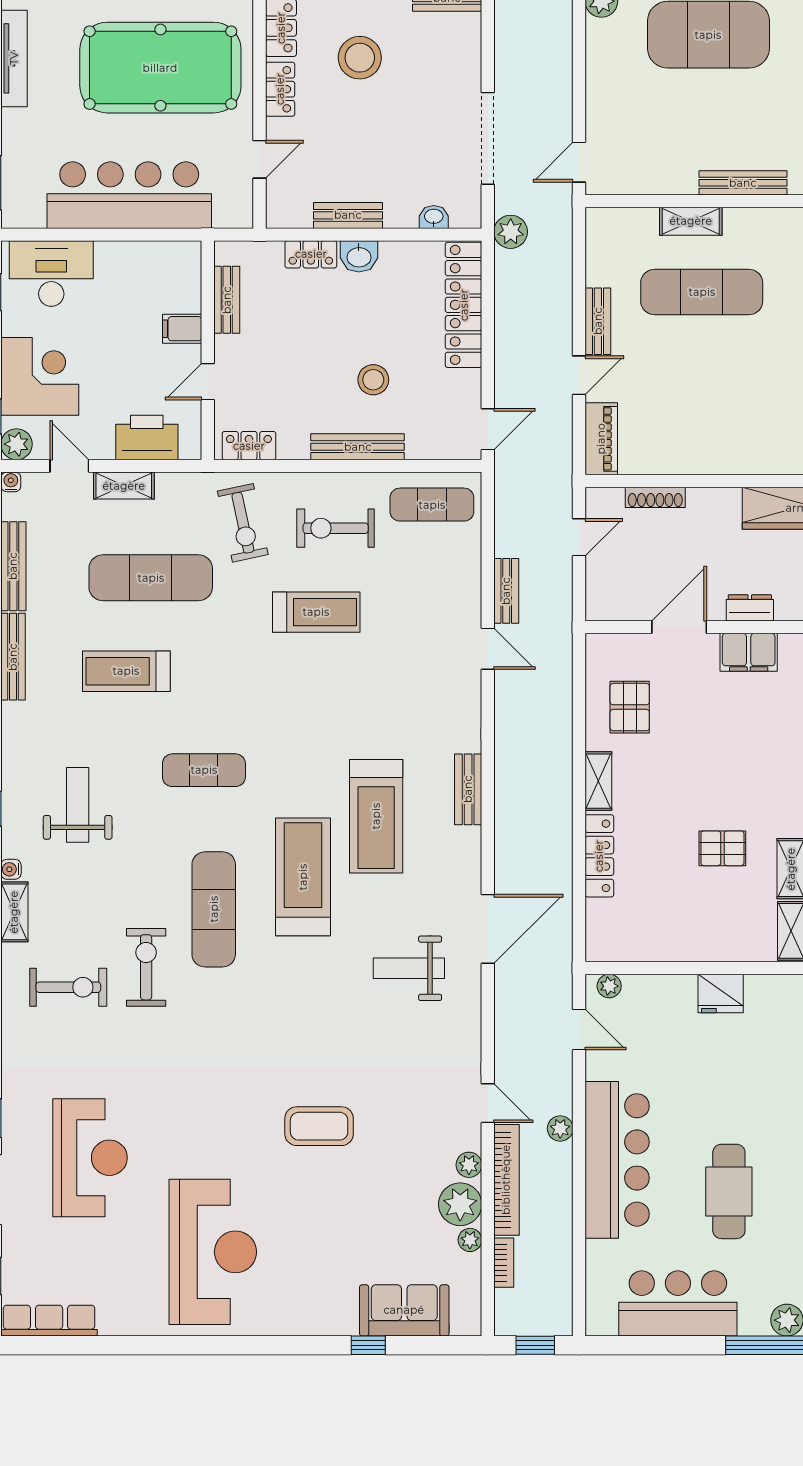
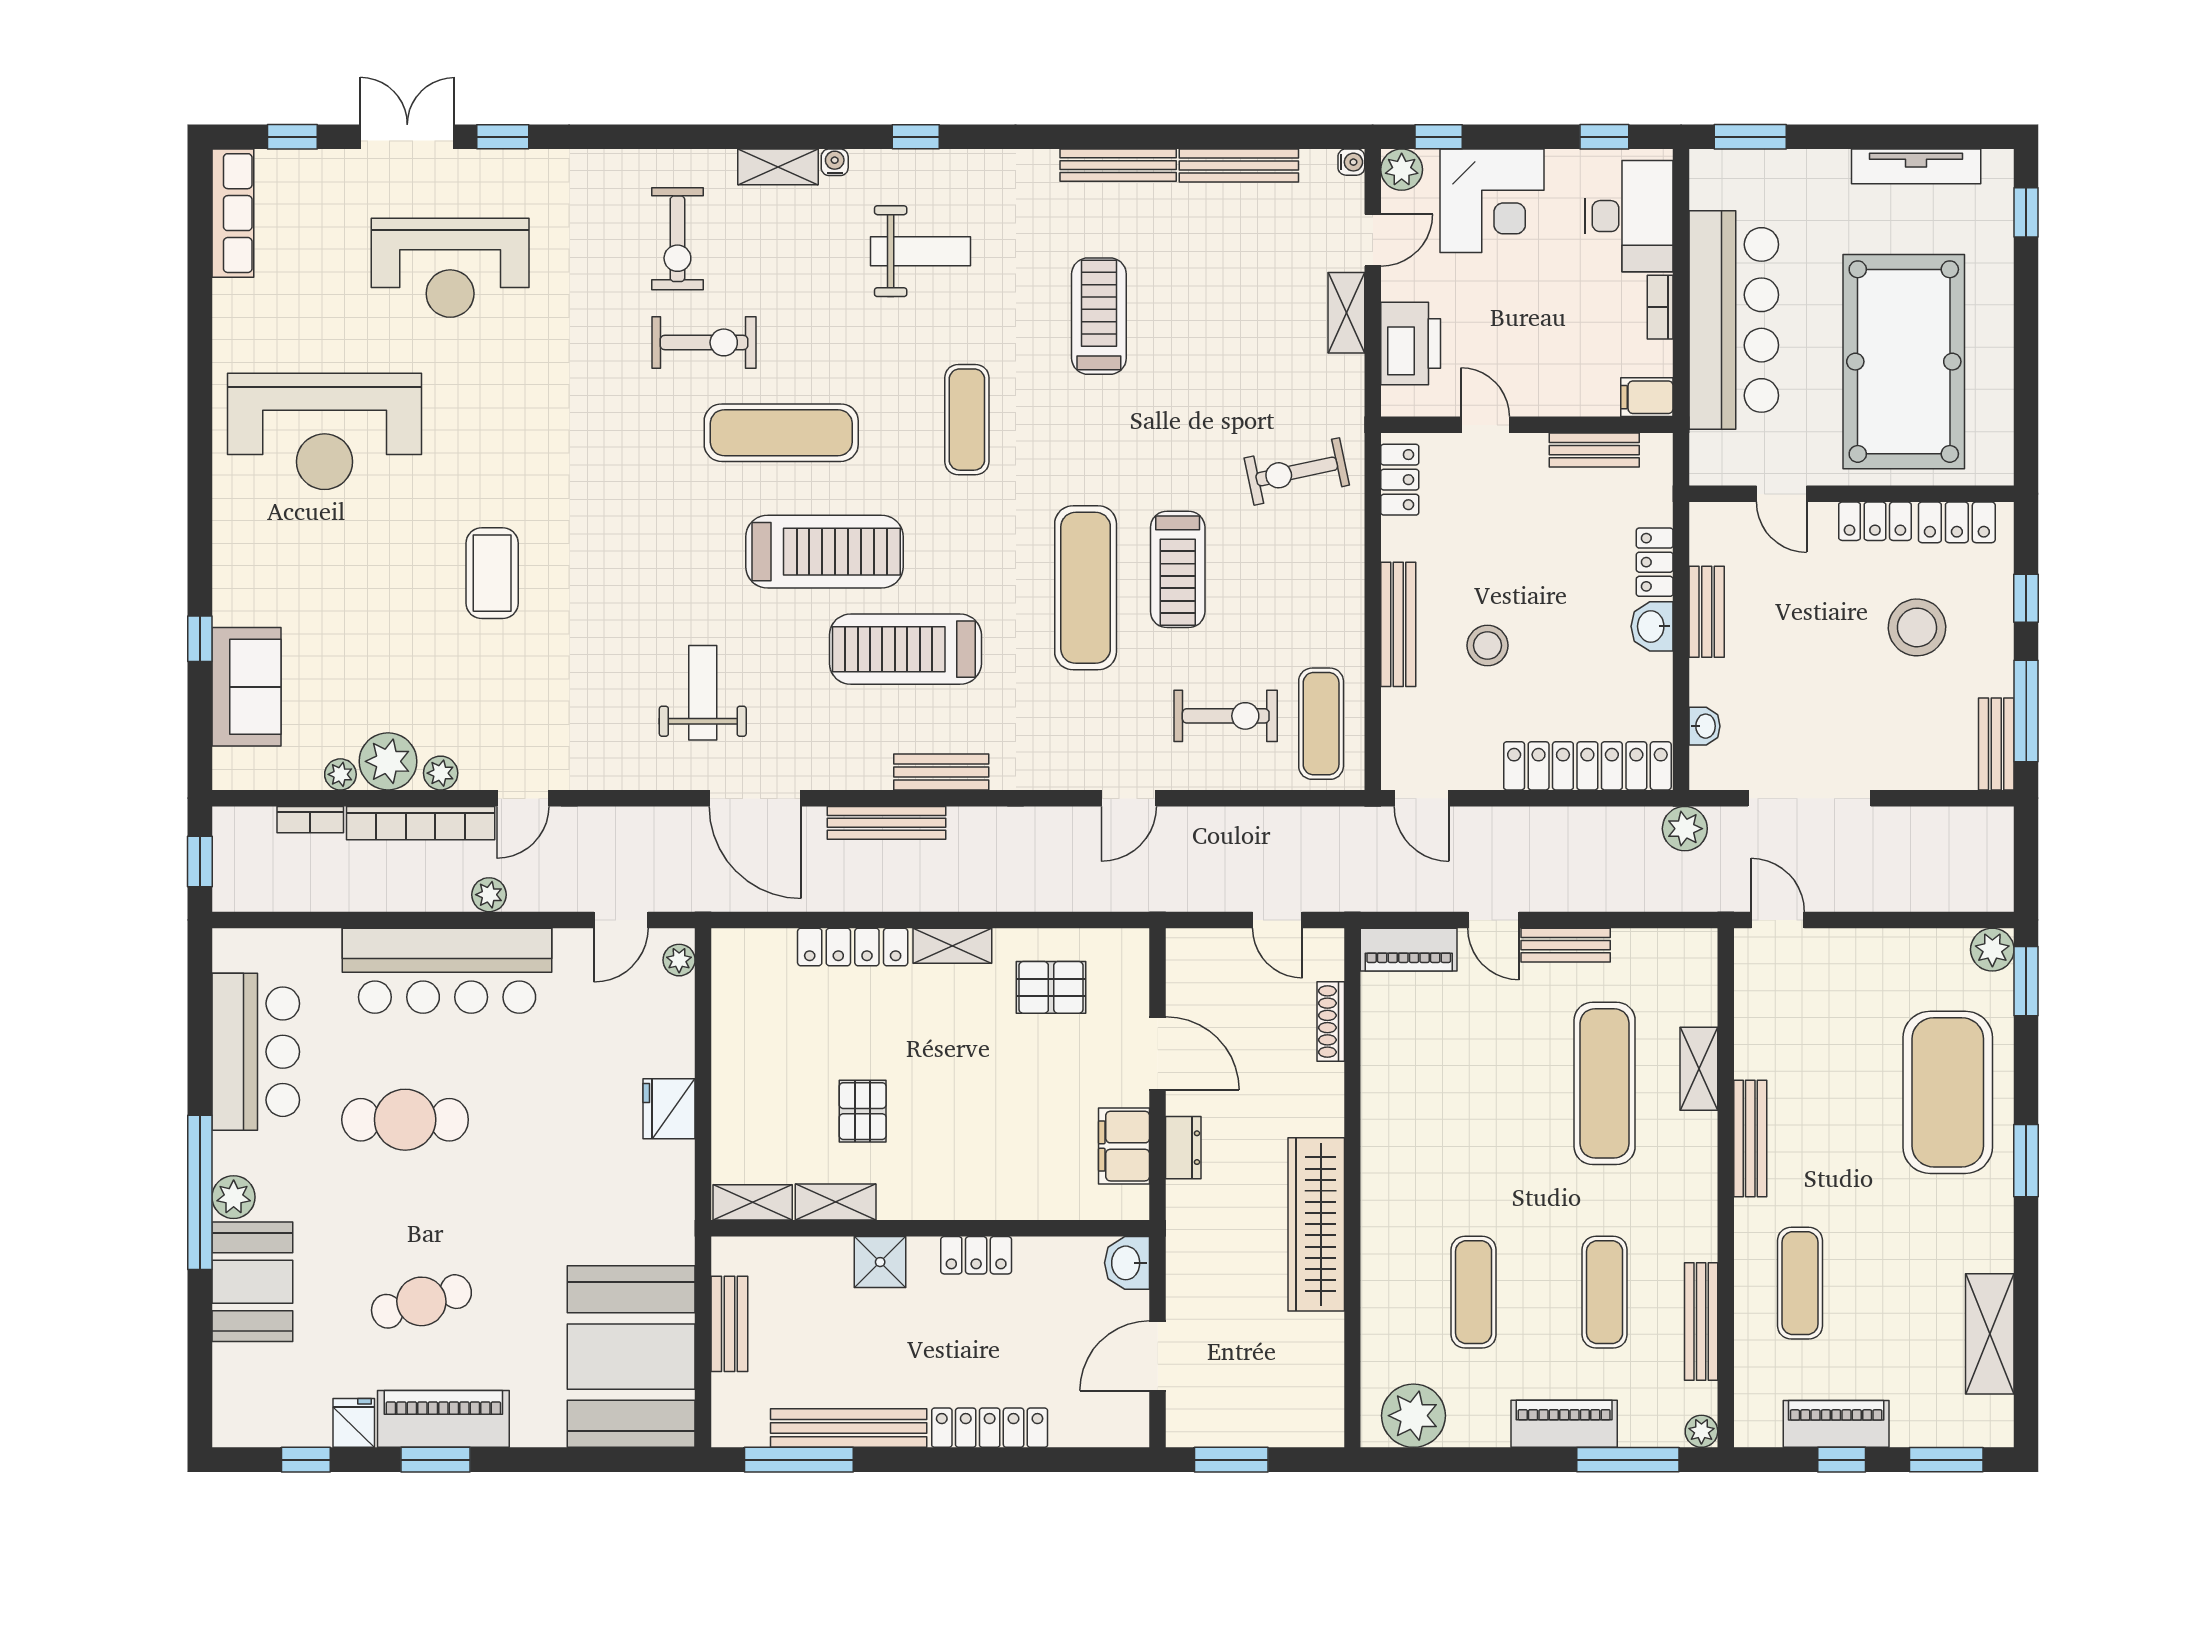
bookcase: (120, 250) -> (1660, 307), added
filing cabinet: (182, 329) -> (1647, 397), moved, turned -90
exercise bike: (336, 528) -> (1226, 716), moved, turned 90
exercise mat: (151, 578) -> (1086, 588), moved
bench: (506, 591) -> (887, 823), moved, width x1.36

